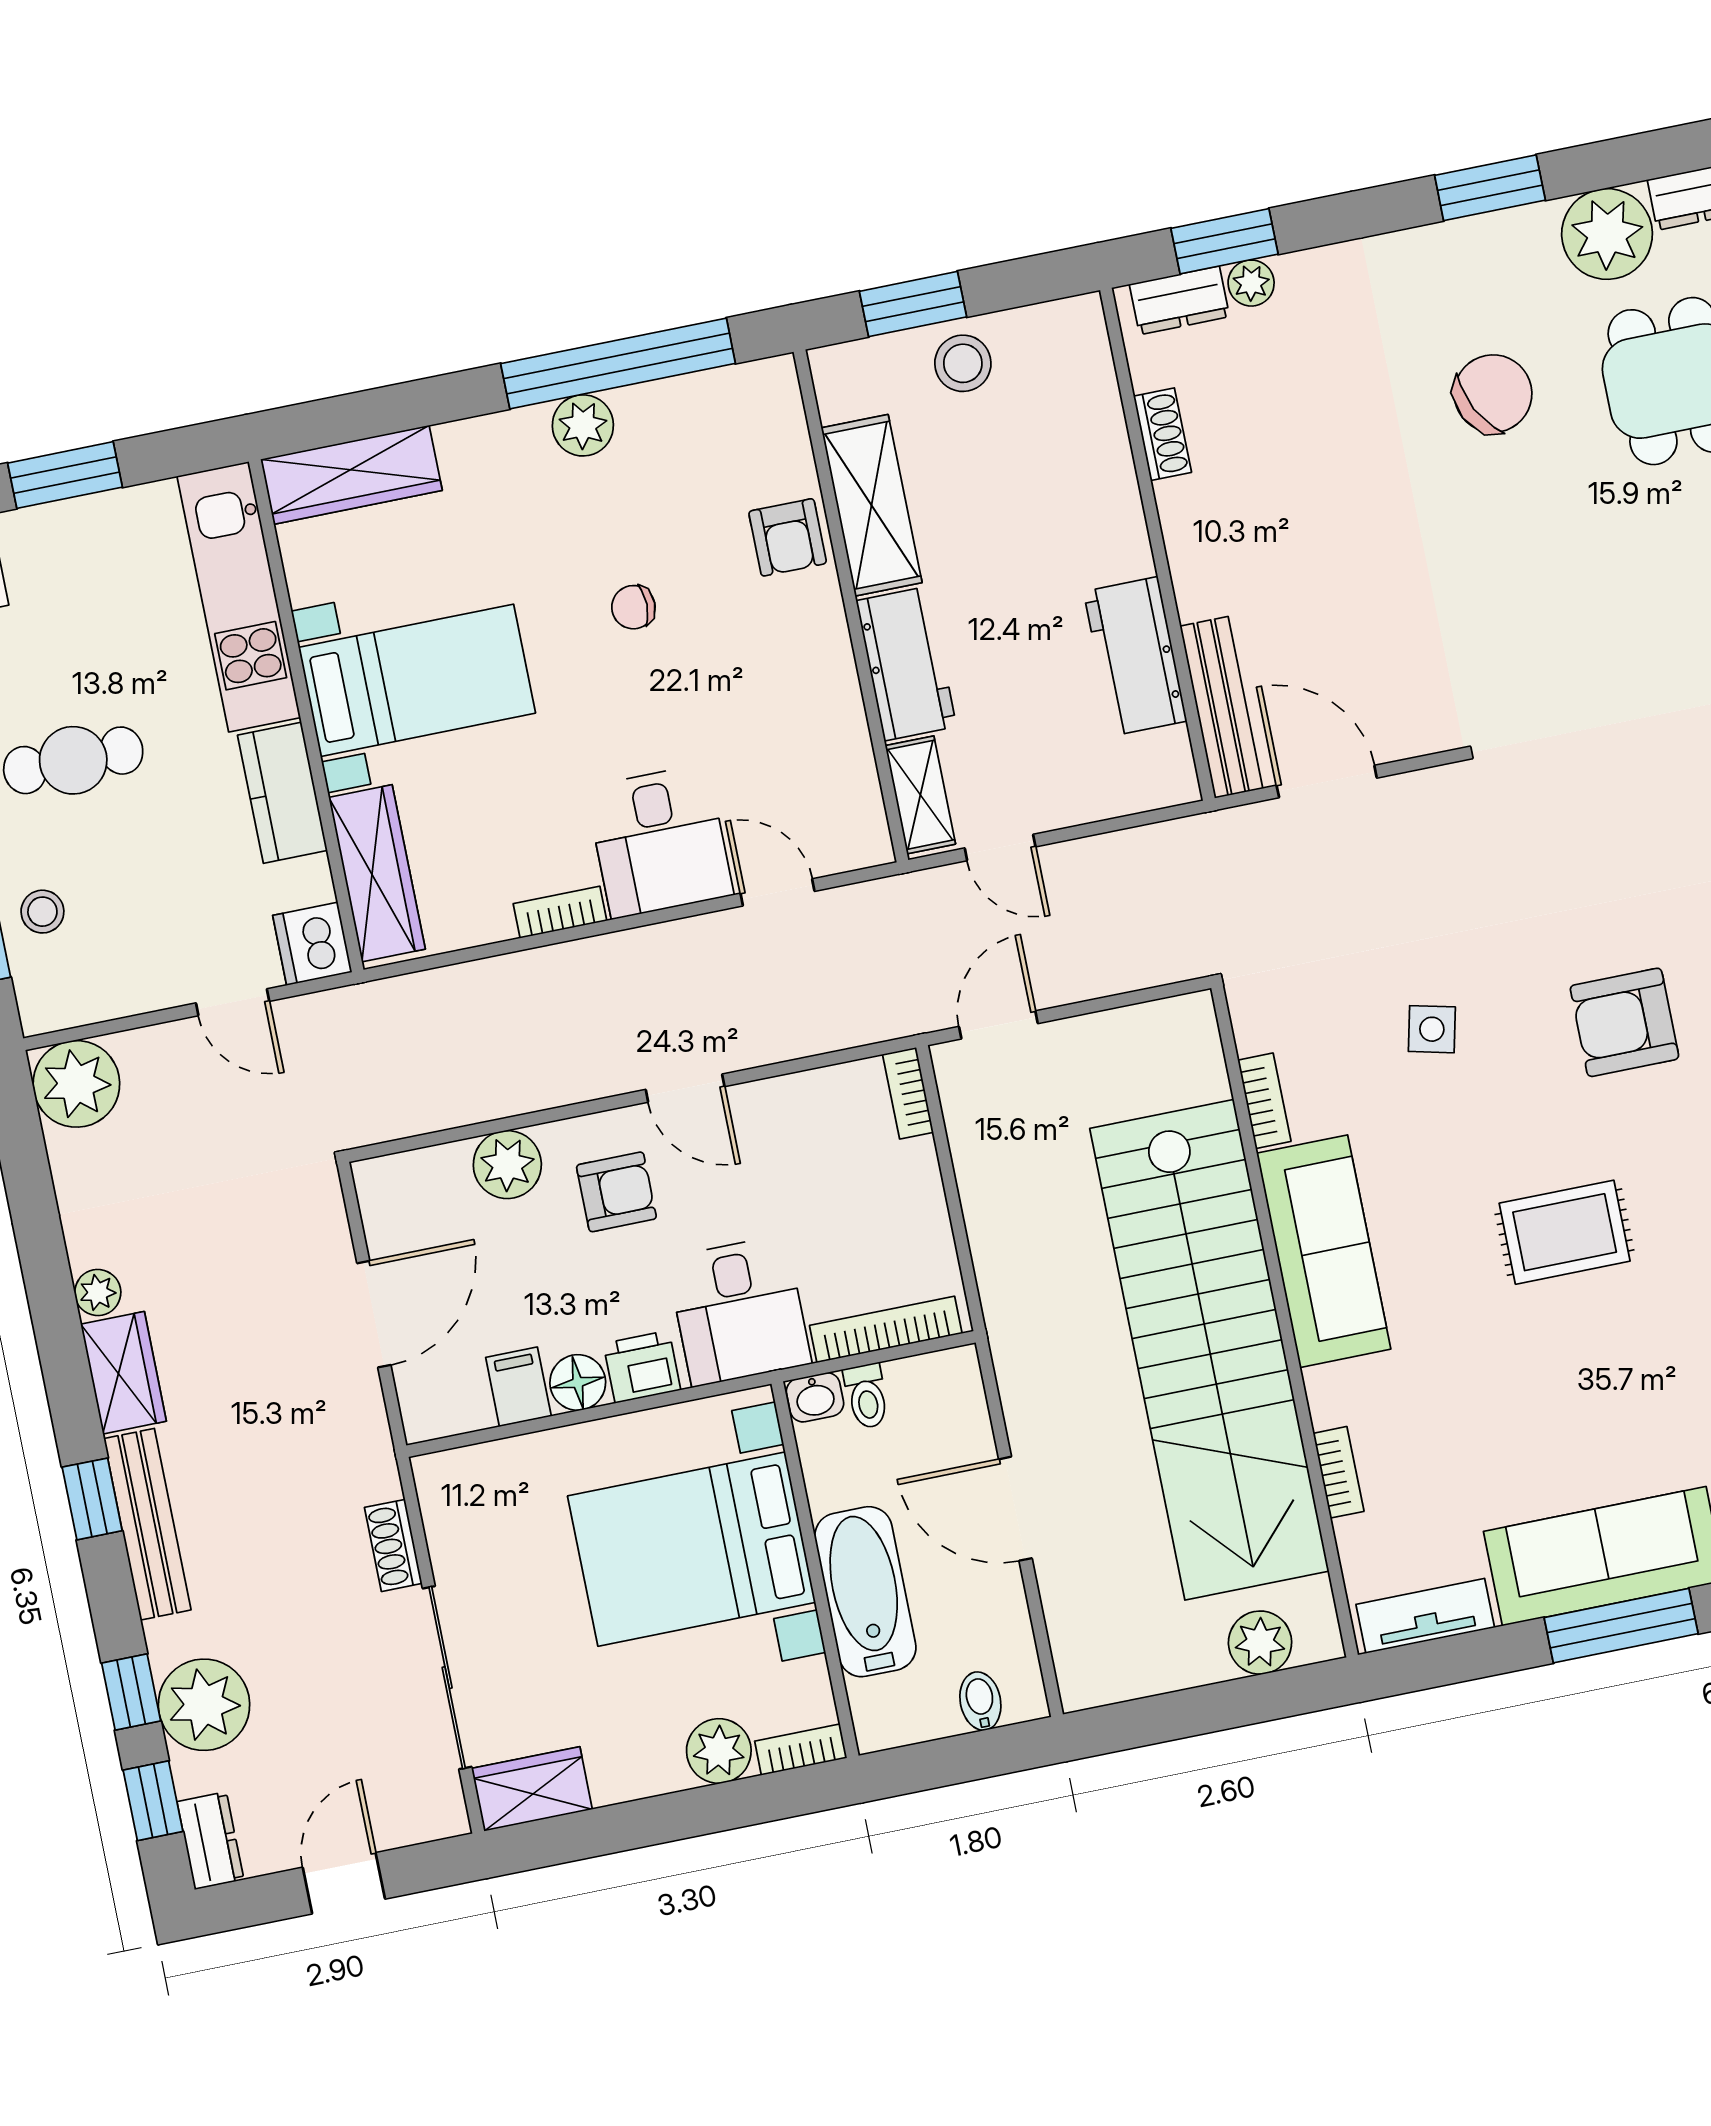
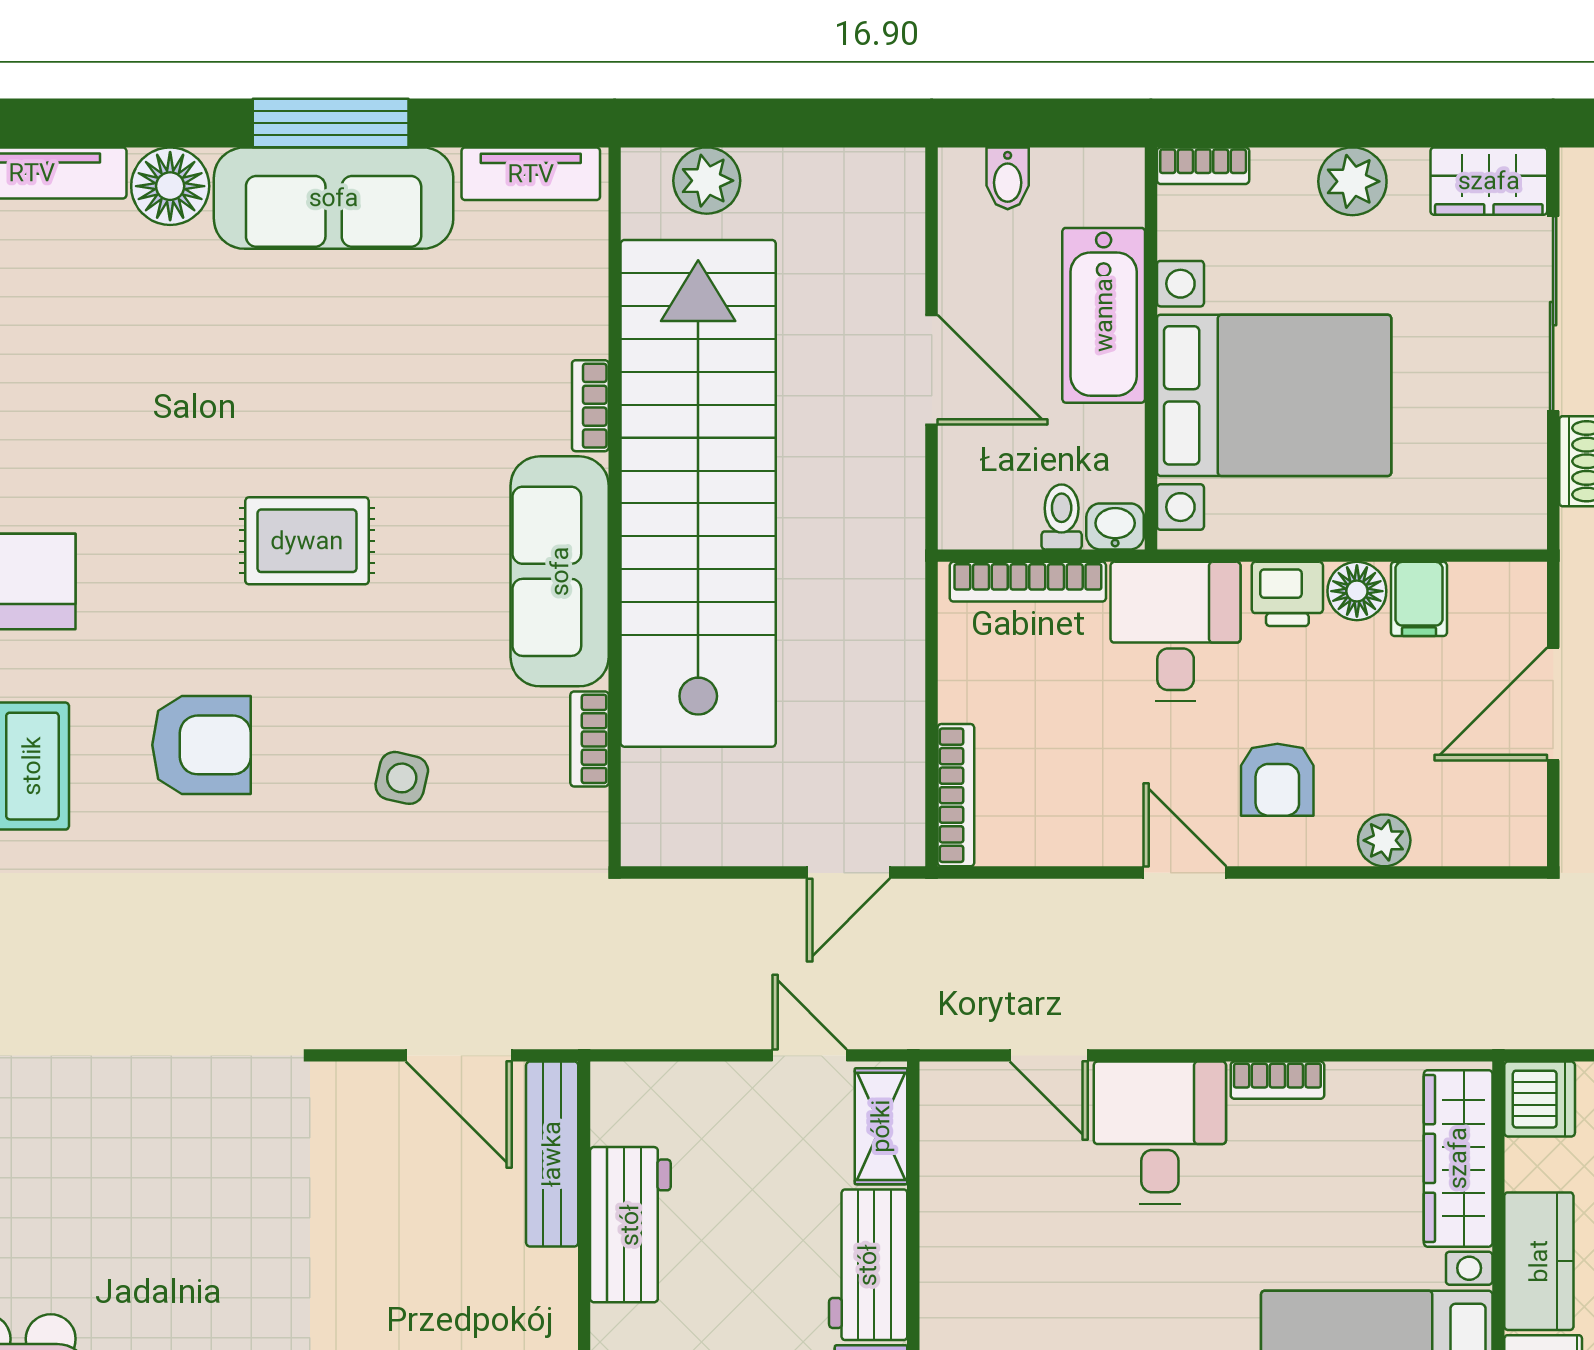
bookcase: (908, 1093) -> (956, 795), width x1.56
plant: (507, 1165) -> (1384, 840), width x0.73, depth x0.73
armchair: (616, 1192) -> (1277, 780), turned -90
bookcase: (1339, 1472) -> (590, 406), moved
plant: (719, 1751) -> (1352, 181), moved

